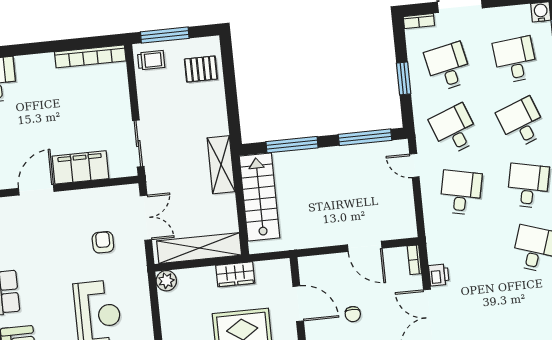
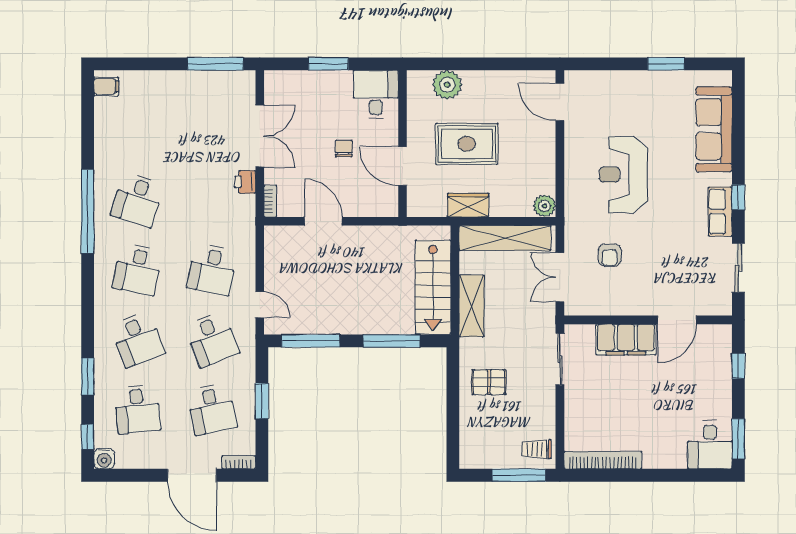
pallet: (201, 69) -> (489, 382), moved
shelving: (221, 165) -> (472, 306), moved

